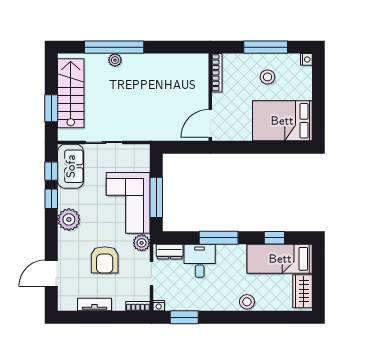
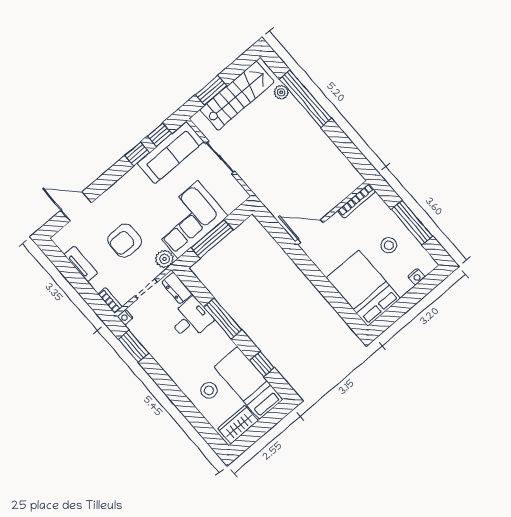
nightstand: (306, 59) -> (416, 277), moved
plant: (115, 60) -> (281, 92), moved
sofa: (71, 166) -> (171, 153), width x1.36
plant: (69, 219) -> (132, 183), removed
stool: (247, 302) -> (209, 390), moved

